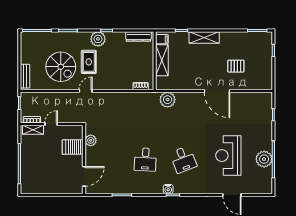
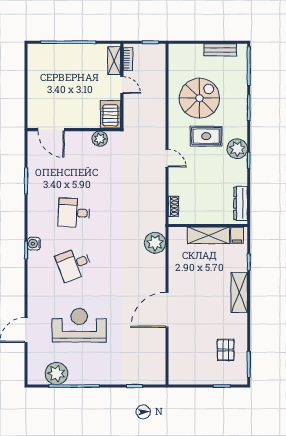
pallet: (236, 66) -> (226, 350), moved
spiral stairs: (61, 67) -> (199, 98), turned 180
bench: (25, 76) -> (220, 50), moved
door: (86, 91) -> (167, 158), moved
server rack: (73, 147) -> (110, 114), moved
plant: (264, 159) -> (56, 373), moved

